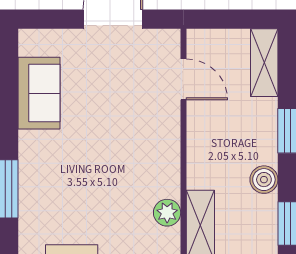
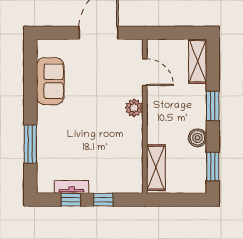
plant: (167, 213) -> (134, 108), moved

